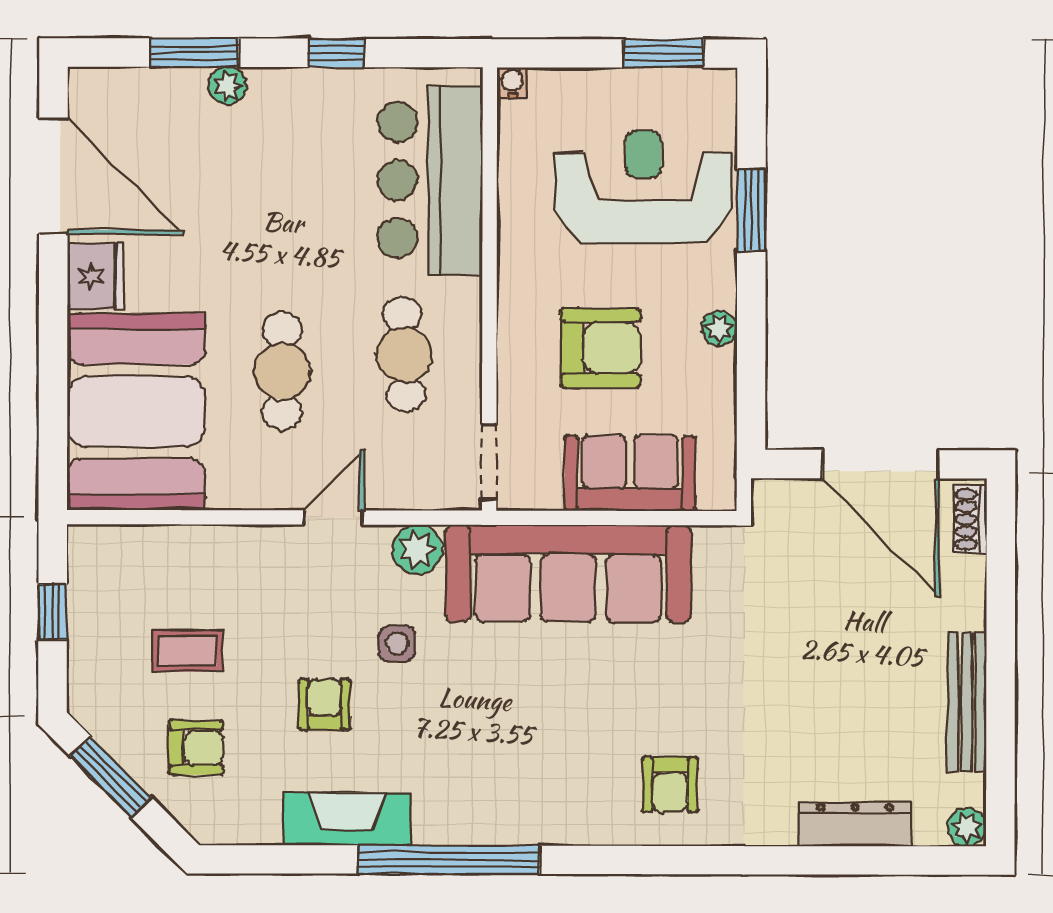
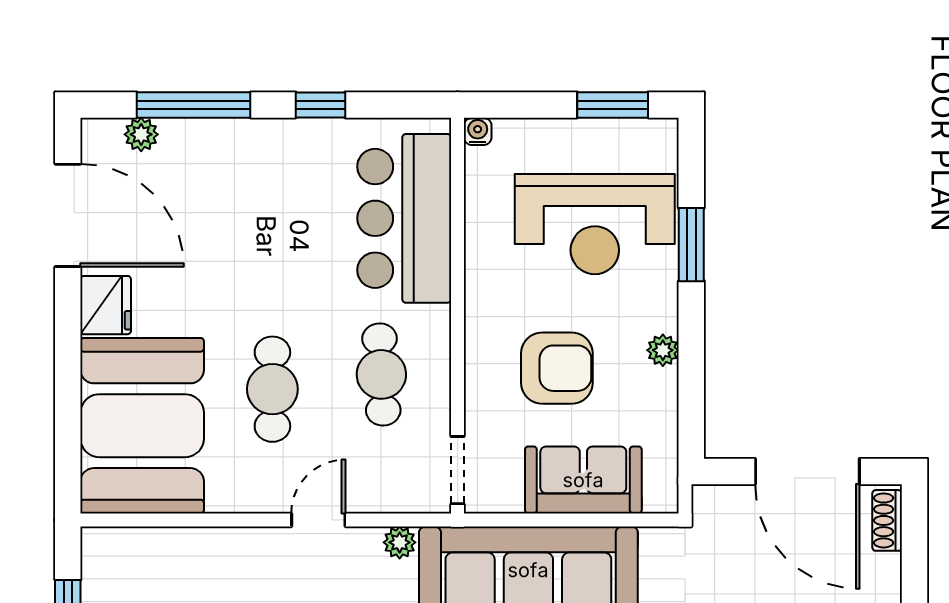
window: (194, 53) -> (193, 105), width x1.44
plant: (228, 86) -> (141, 134), moved
reception desk: (643, 187) -> (595, 224), turned 180
plant: (417, 550) -> (400, 542), width x0.73, depth x0.73

